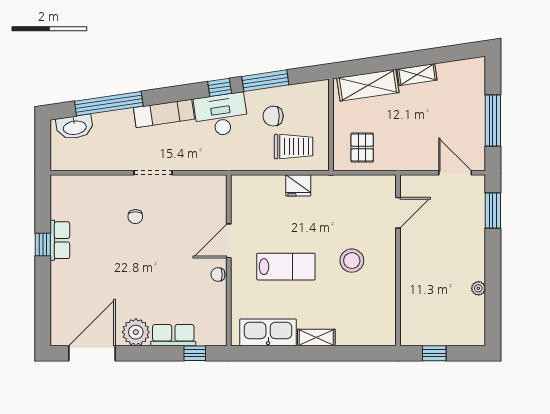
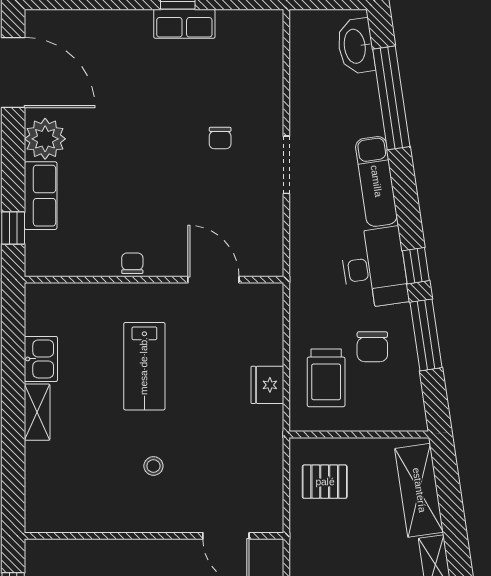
chair: (273, 116) -> (372, 347), turned 180
chair: (135, 217) -> (220, 138), turned -90
door: (229, 241) -> (213, 280), moved
stool: (352, 261) -> (153, 466), width x0.53, depth x0.53
kitchen sink: (268, 332) -> (41, 359), width x0.53, depth x0.81

